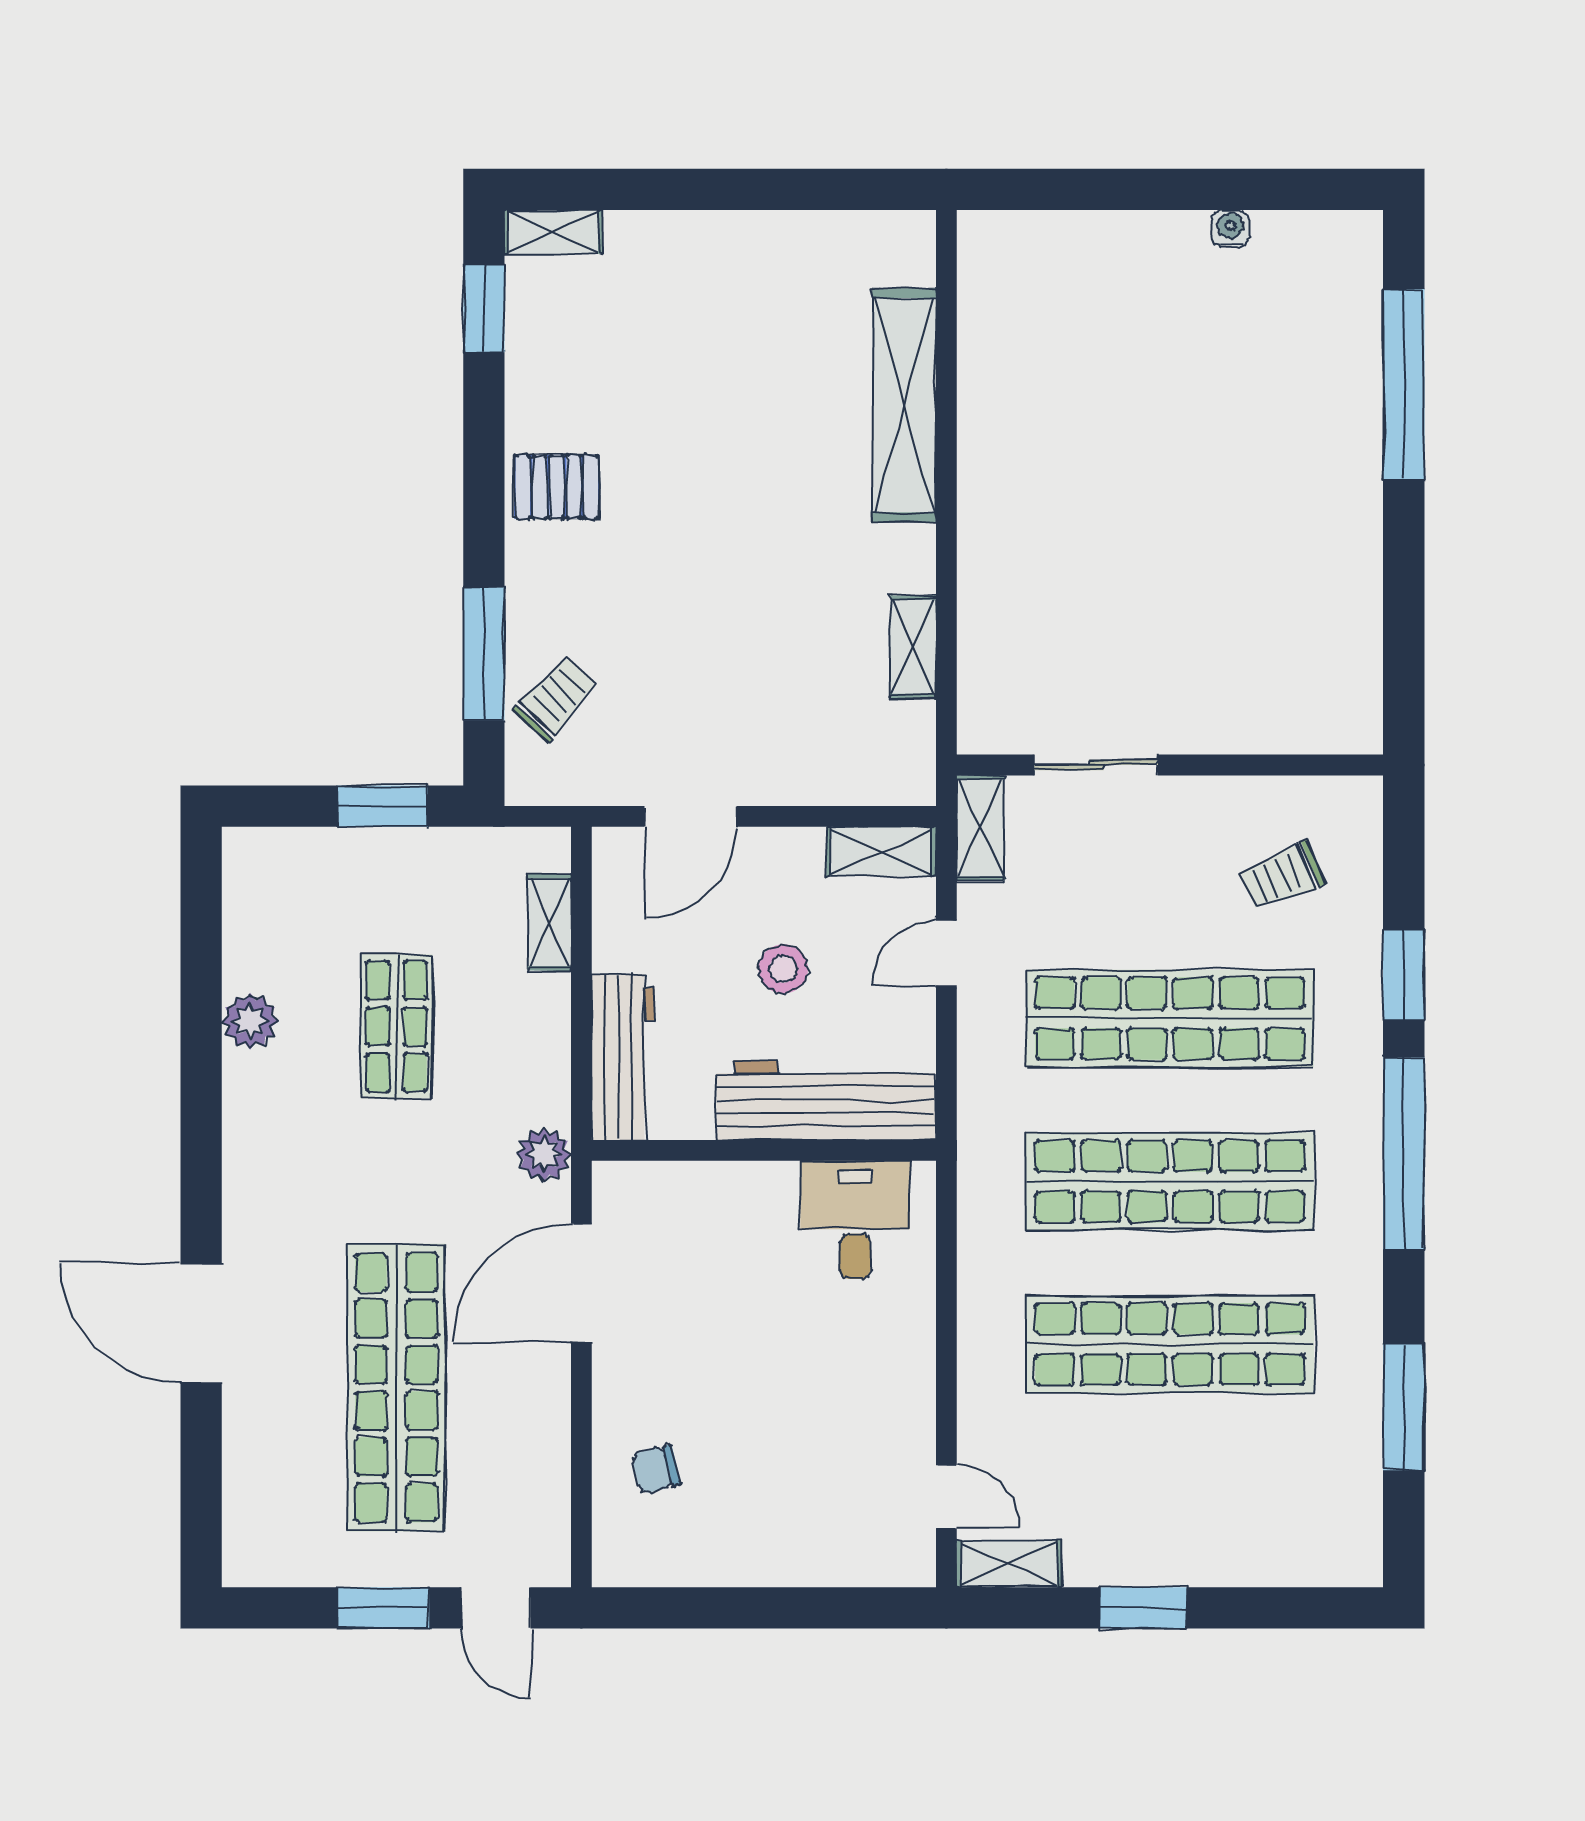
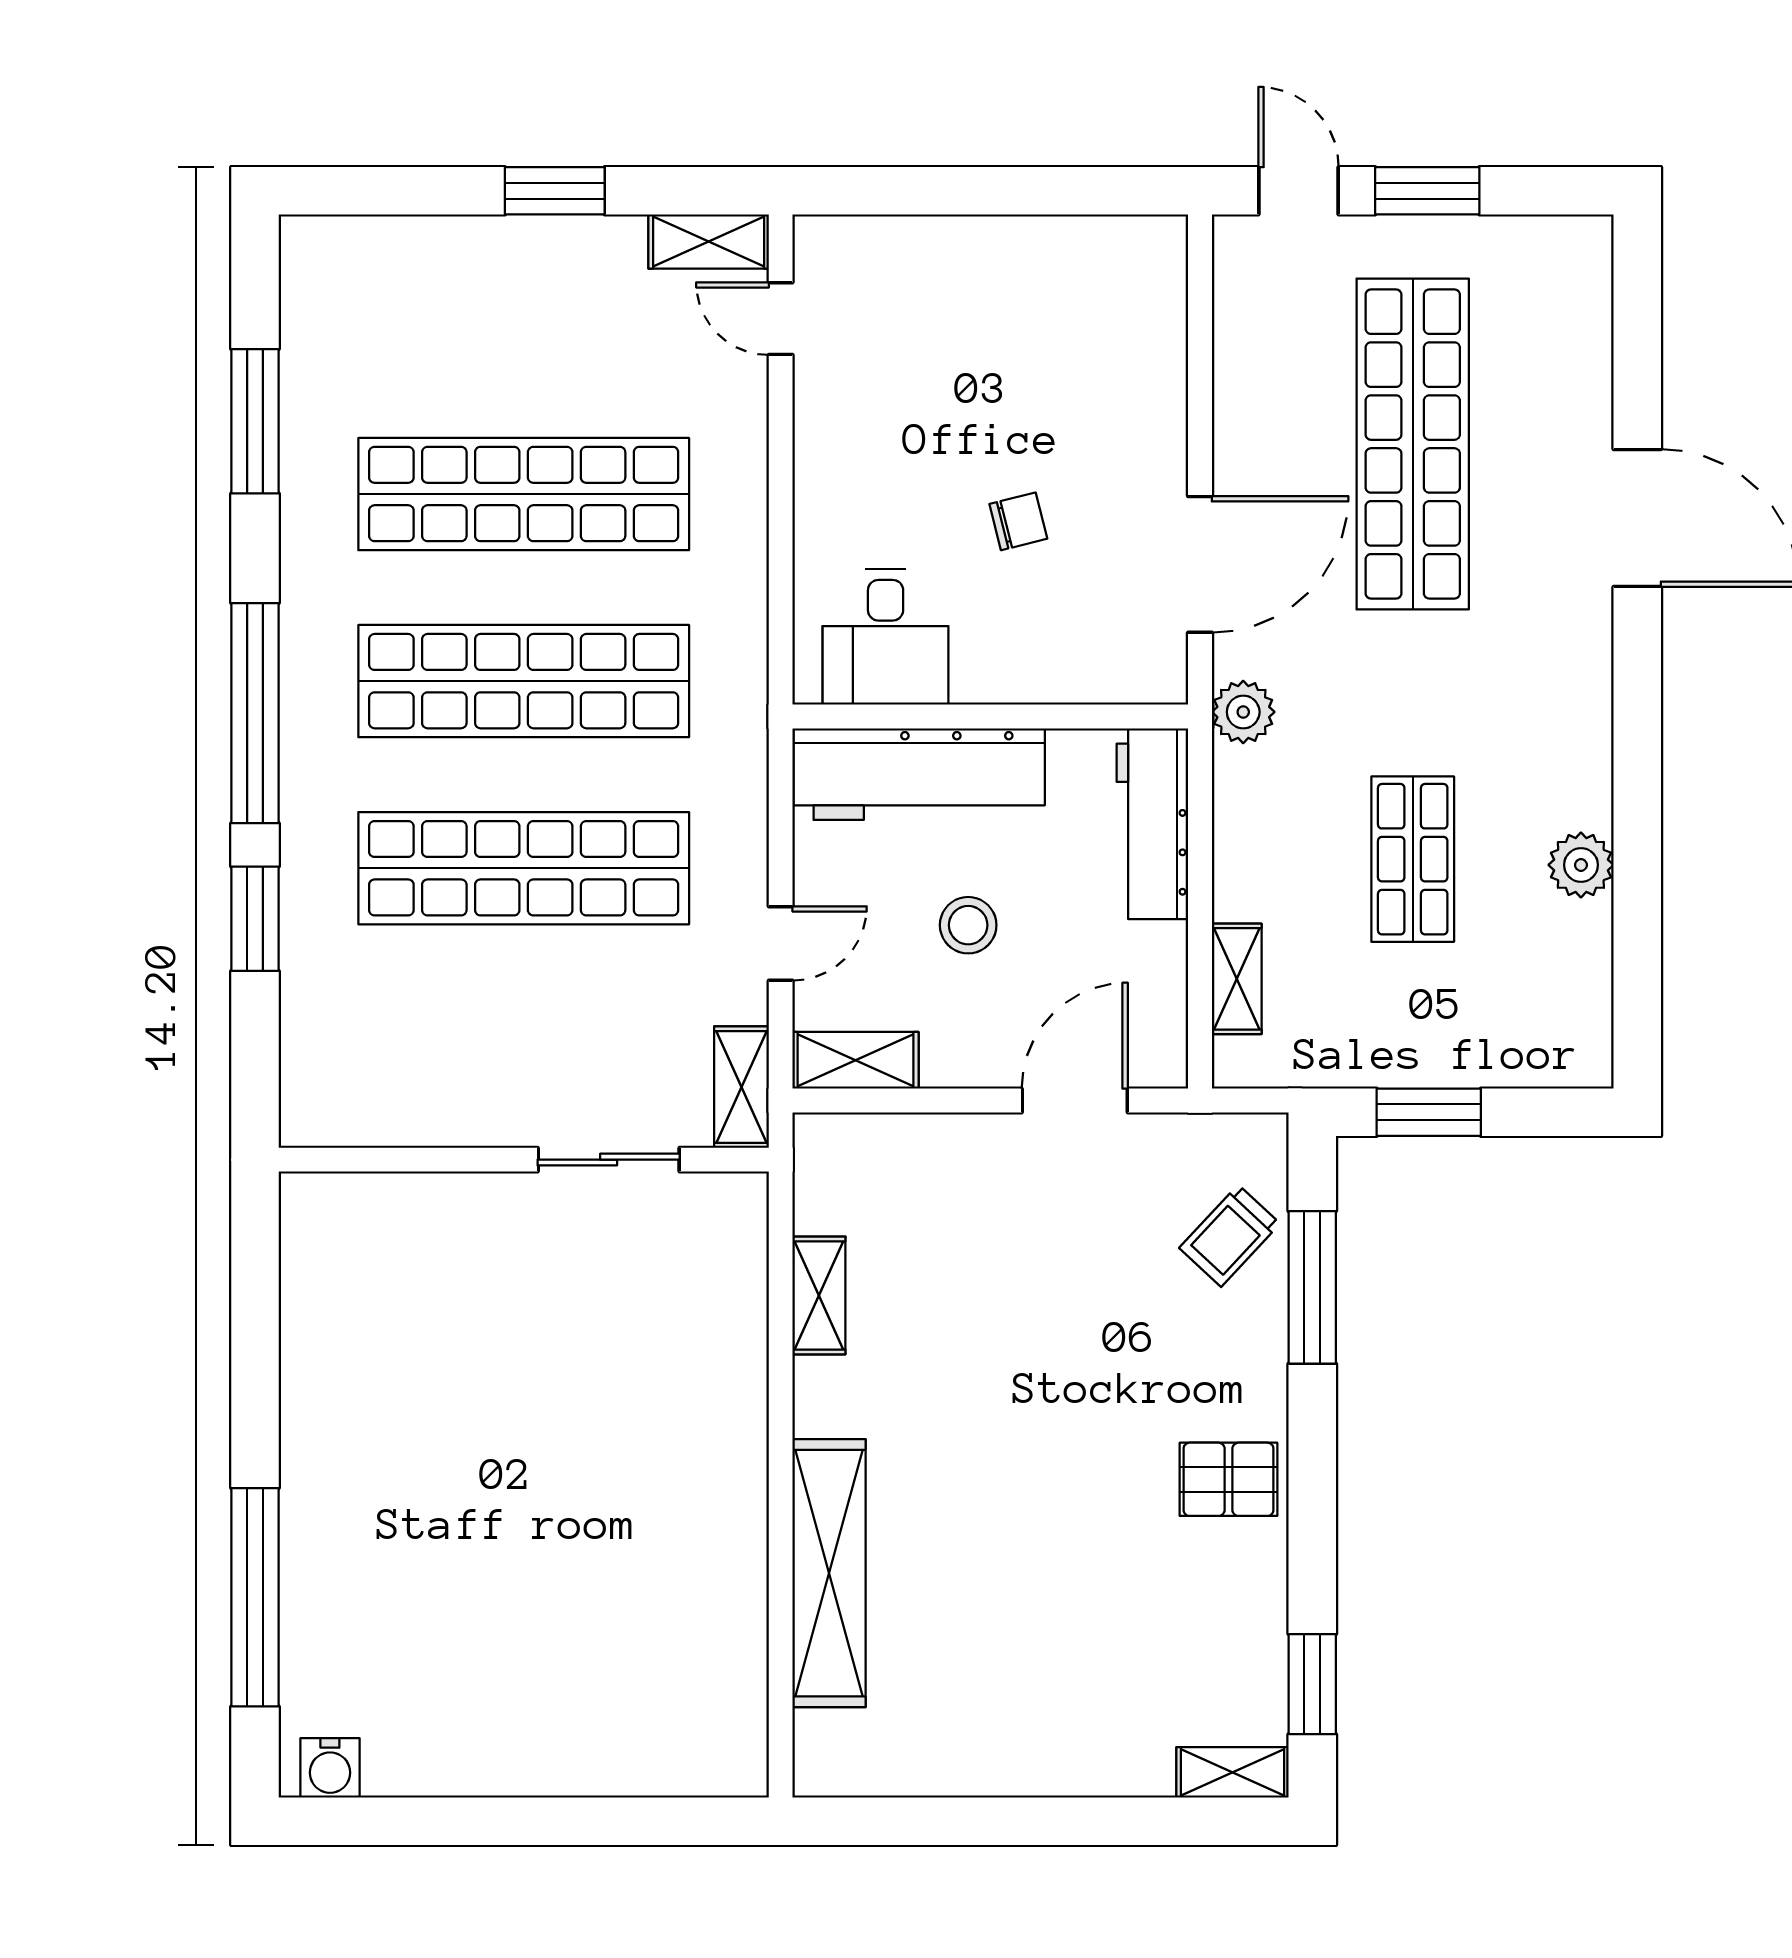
water cooler: (1230, 229) -> (330, 1768), moved, width x1.38, depth x1.38
trolley: (1282, 876) -> (395, 1032), removed
chair: (656, 1469) -> (1018, 521), moved

